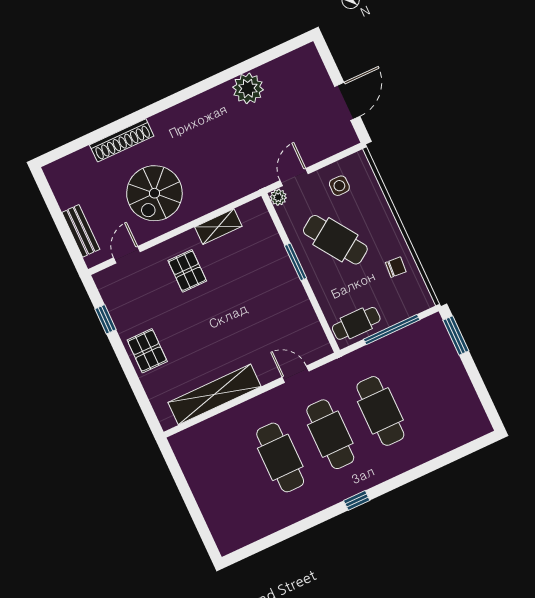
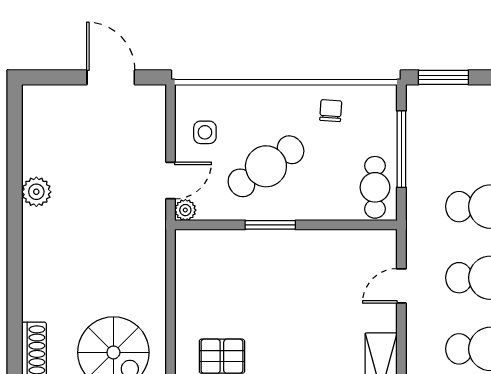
plant: (248, 88) -> (36, 192), width x0.73, depth x0.73
door: (294, 177) -> (170, 181), swing flipped
shelving: (218, 227) -> (187, 296), removed

